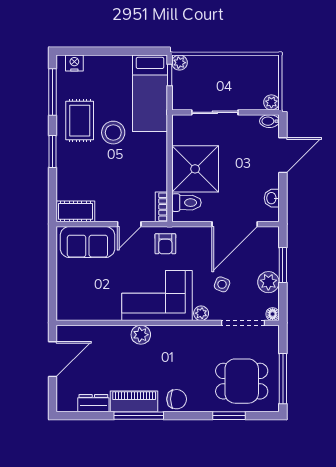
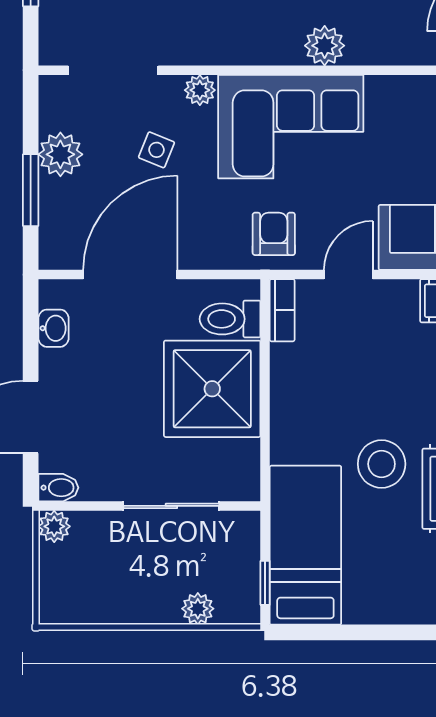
plant: (179, 63) -> (198, 609), moved
floor lamp: (273, 314) -> (52, 88), removed

